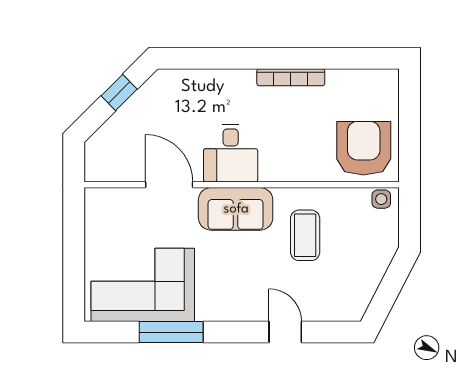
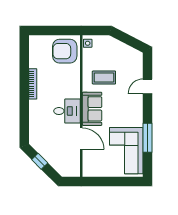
door: (169, 185) -> (81, 139), swing flipped

